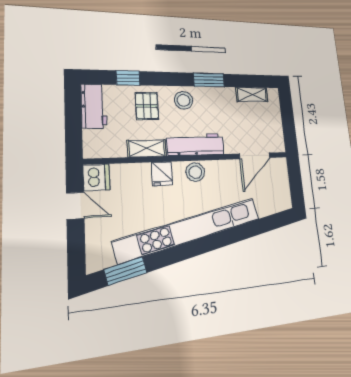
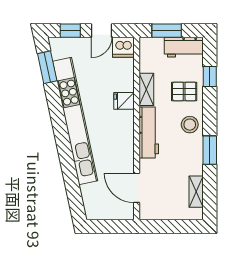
window: (73, 126) -> (167, 31), added
stool: (195, 172) -> (124, 130), removed
window: (76, 246) -> (70, 31), added

